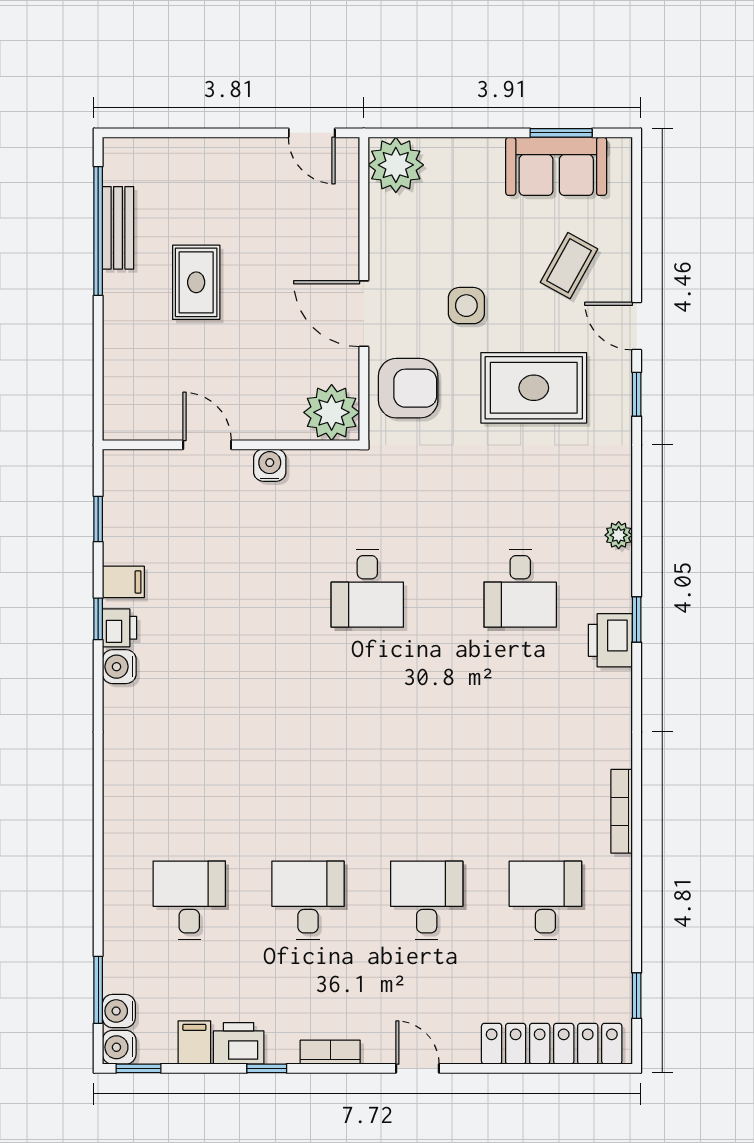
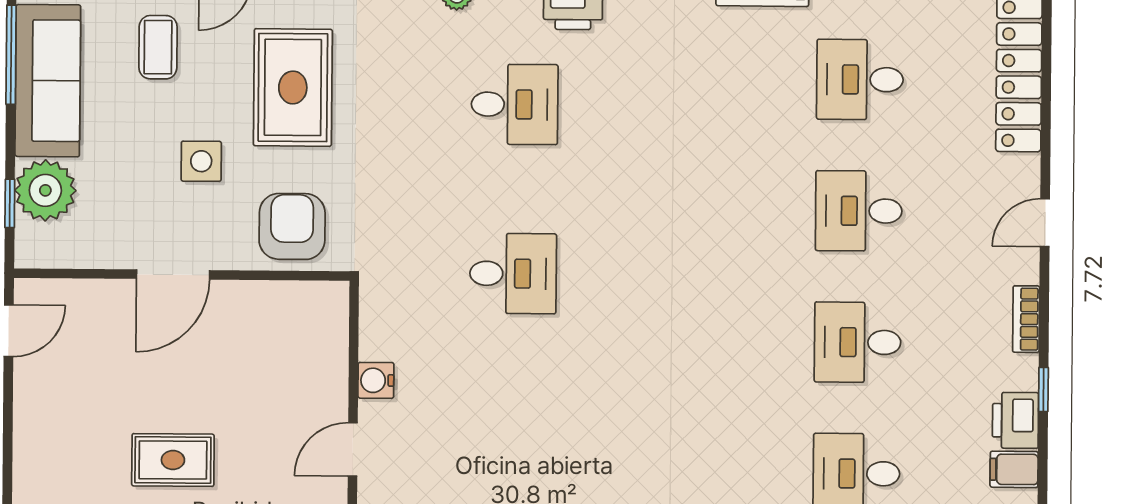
window: (427, 133) -> (10, 203), added
window: (561, 133) -> (11, 55), width x1.44
plant: (396, 165) -> (45, 190), moved
sofa: (556, 166) -> (48, 81), width x1.36
coffee table: (569, 266) -> (158, 47), turned 61
door: (364, 314) -> (173, 274), moved
plant: (332, 412) -> (318, 311), removed

